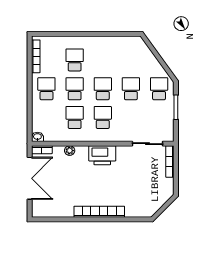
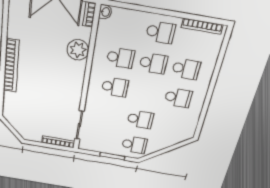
school desk: (103, 89) -> (178, 98), moved
plant: (70, 151) -> (78, 50), width x1.87, depth x1.87
printer: (102, 155) -> (73, 80), removed

